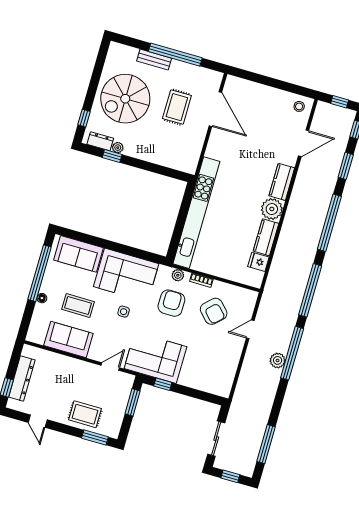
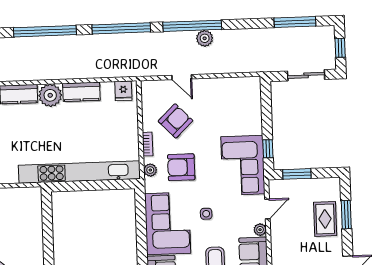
fridge: (258, 262) -> (123, 91), moved
plant: (94, 354) -> (260, 230), added
door: (110, 367) -> (267, 209), swing flipped
window: (95, 437) -> (346, 215), moved

